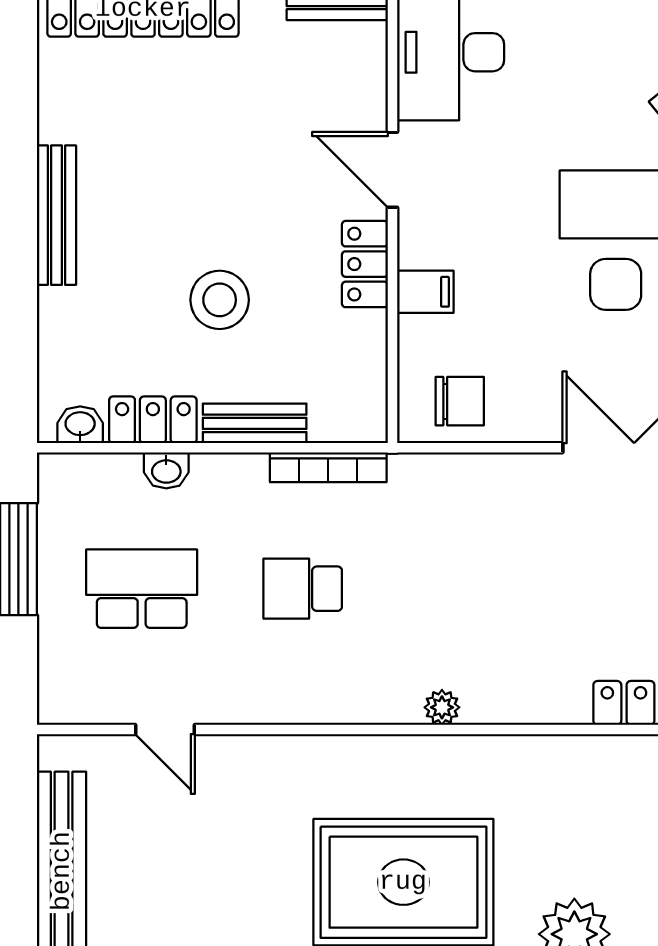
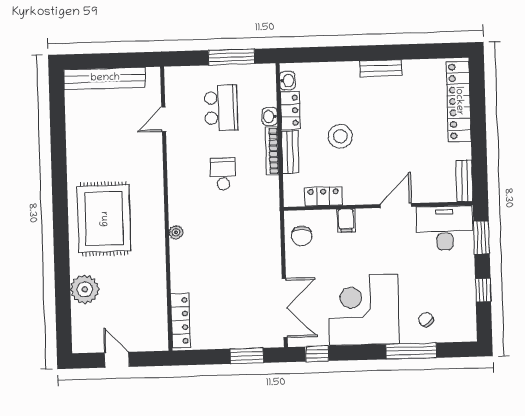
bench: (56, 215) -> (381, 68), width x0.73
locker: (365, 264) -> (323, 196), moved
bookcase: (328, 467) -> (272, 151), moved

